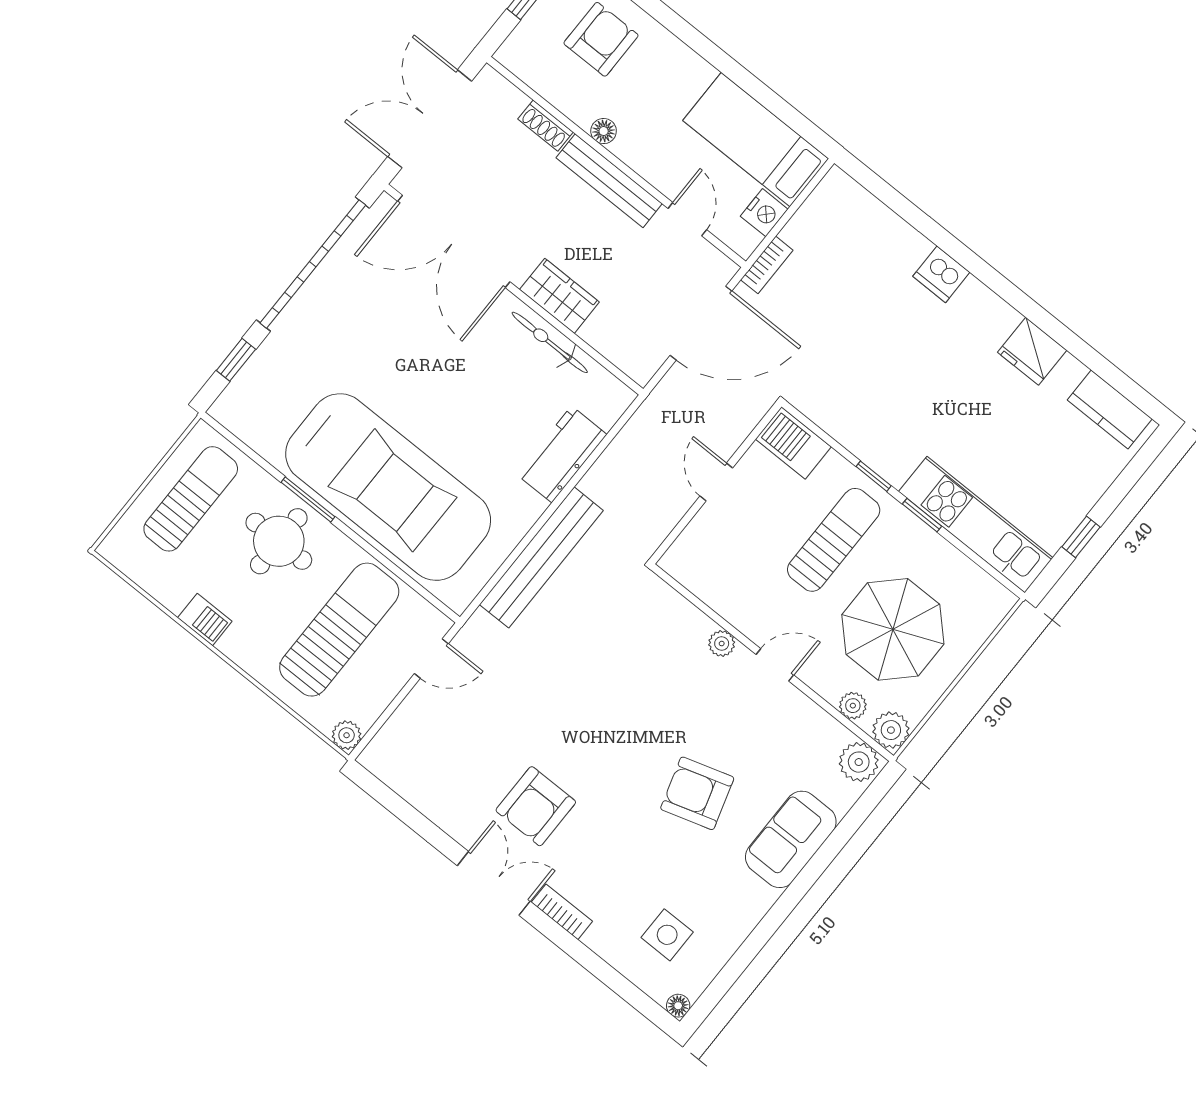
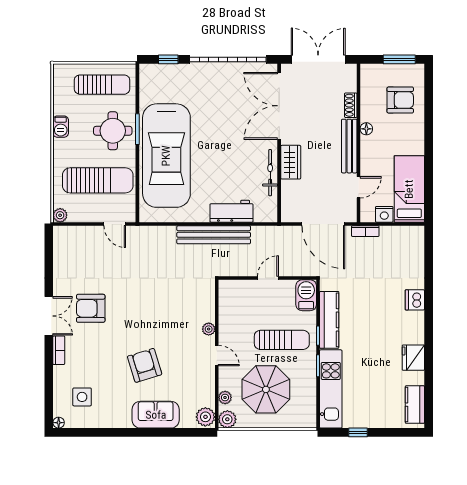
kitchen counter: (863, 438) -> (329, 320), added
bench: (541, 557) -> (214, 235), moved

